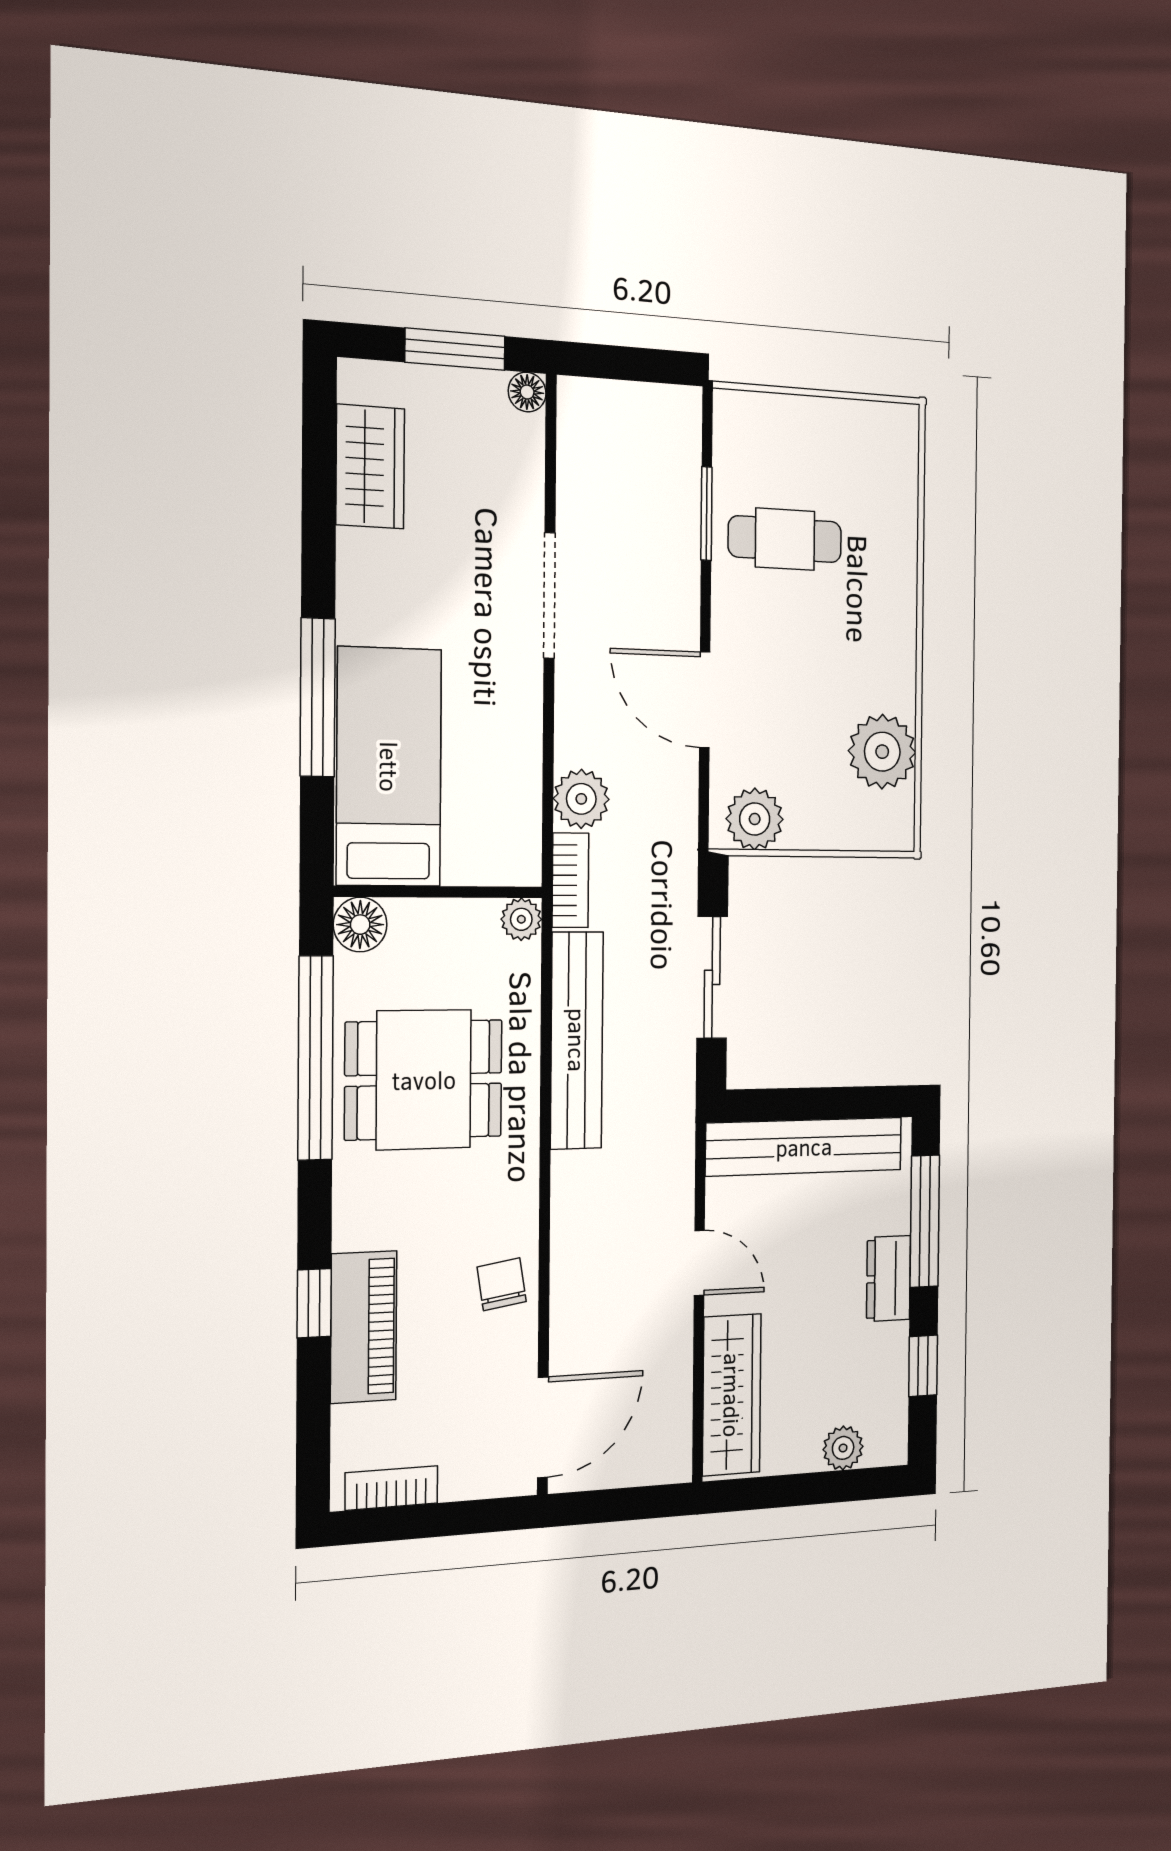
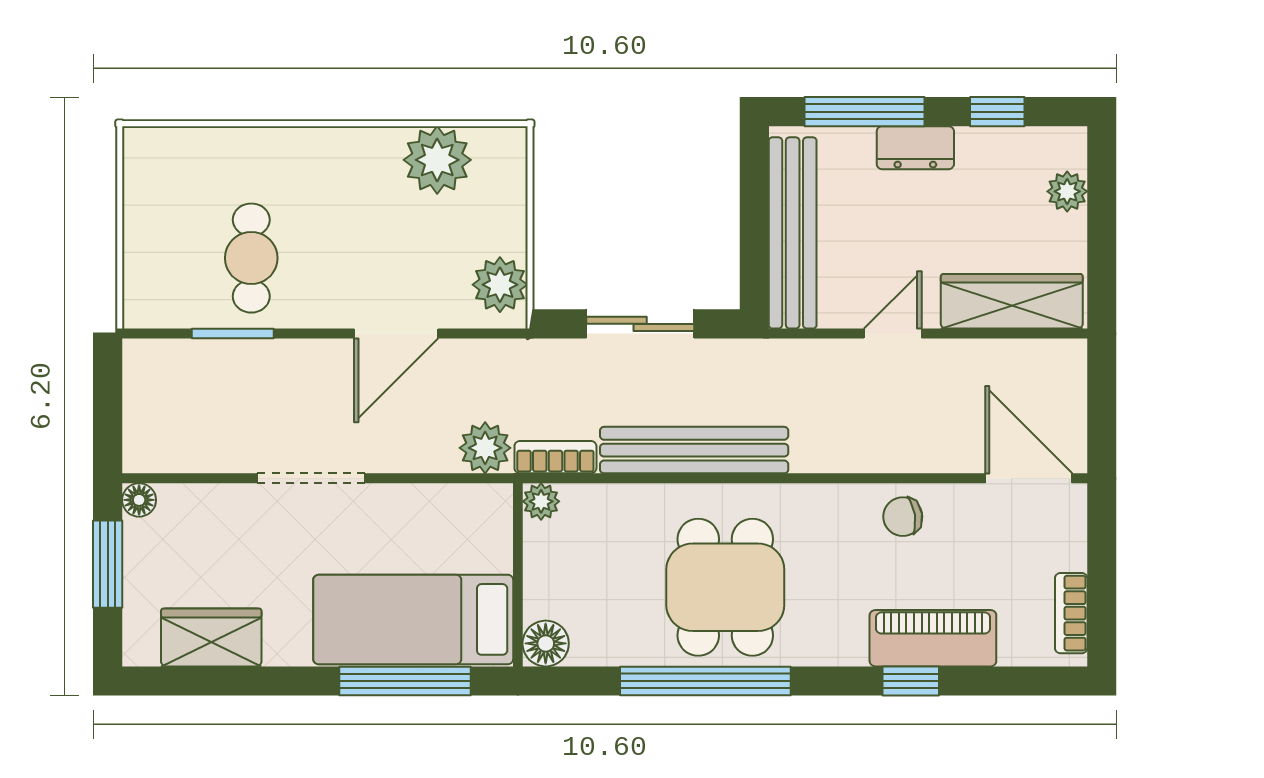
bed: (389, 767) -> (413, 619), moved
wall: (439, 892) -> (518, 575), moved
plant: (521, 919) -> (541, 501), moved
floor lamp: (360, 925) -> (546, 643), moved

